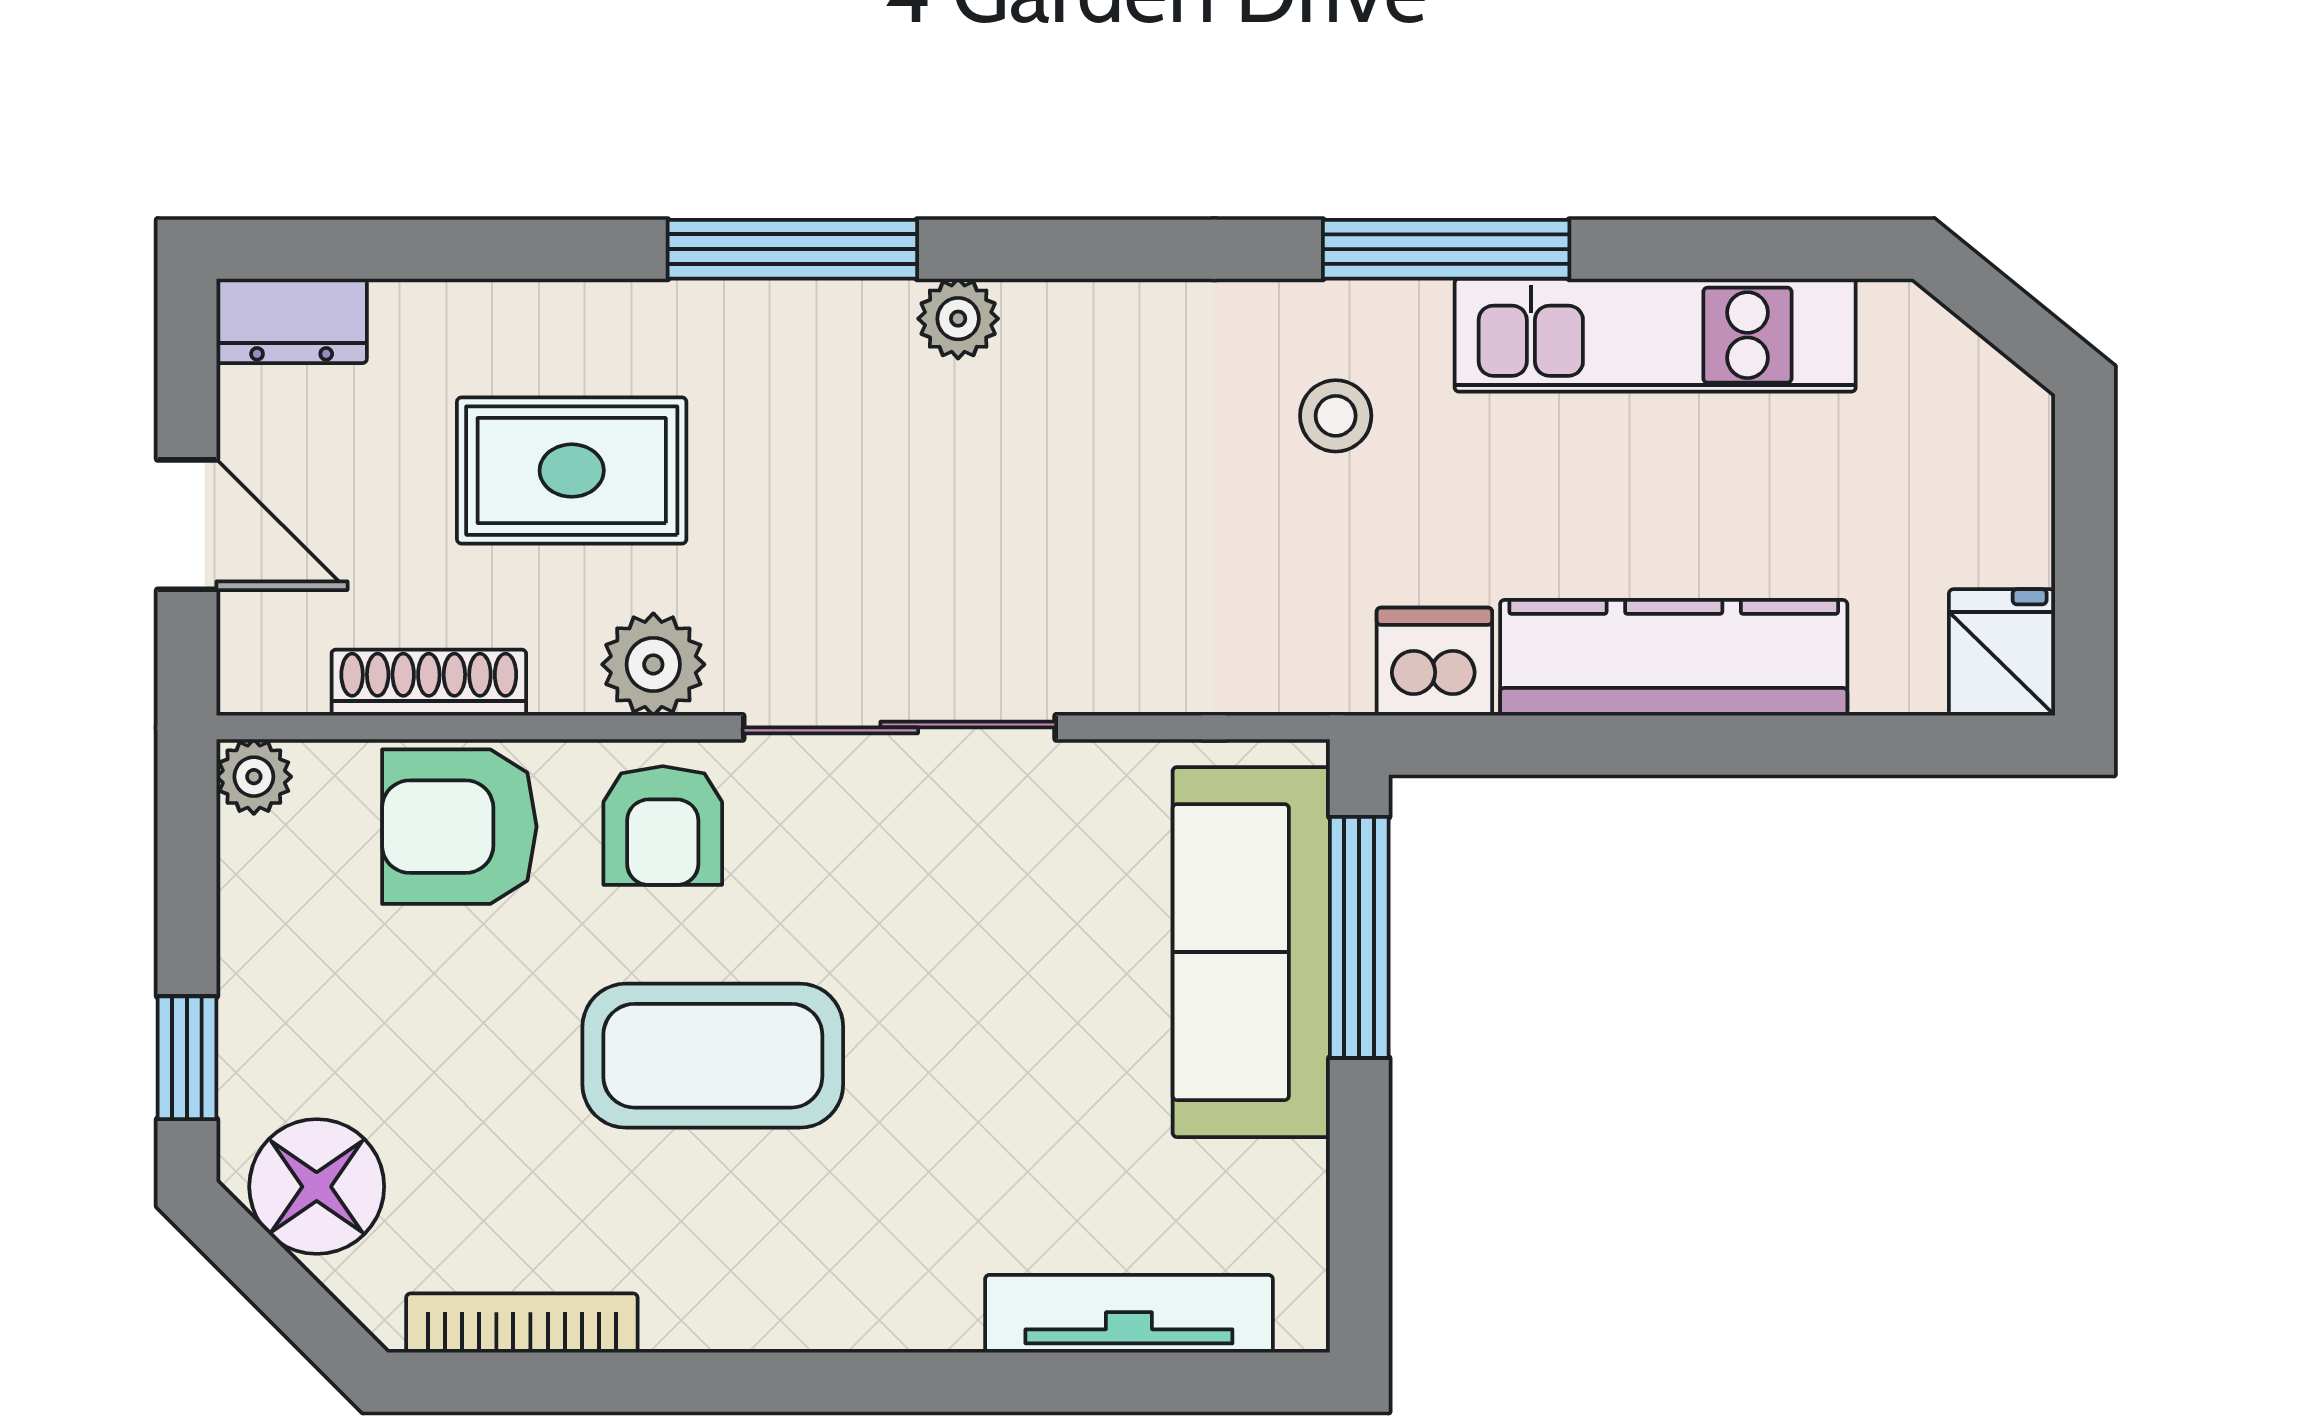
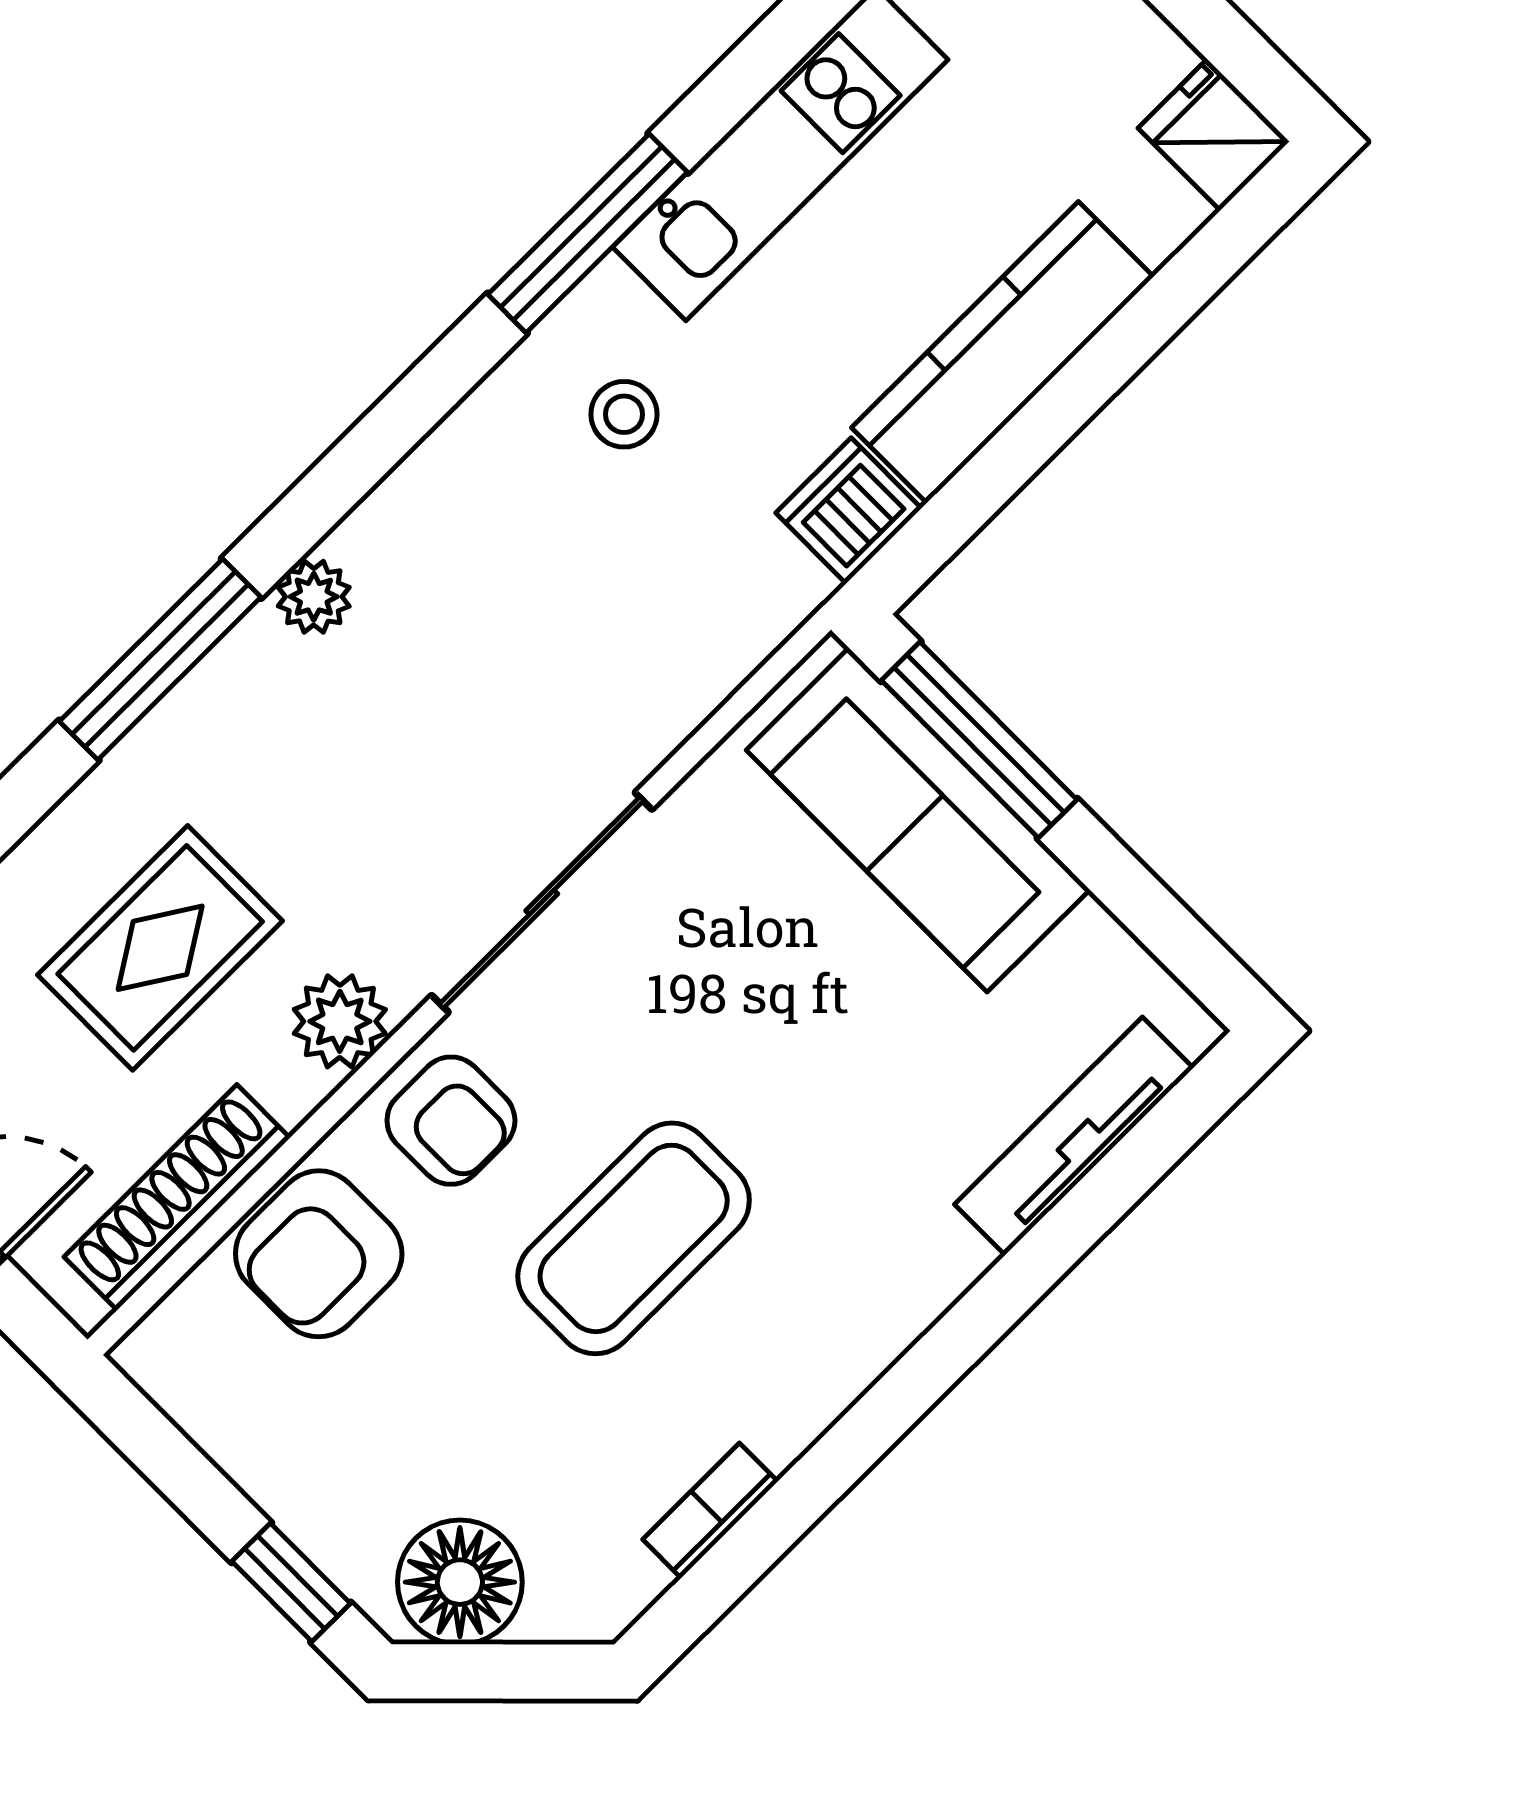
shoe rack: (429, 683) -> (177, 1197), width x1.36, depth x1.24
plant: (254, 777) -> (152, 1355), removed
bookcase: (522, 1323) -> (710, 1511), width x0.64

